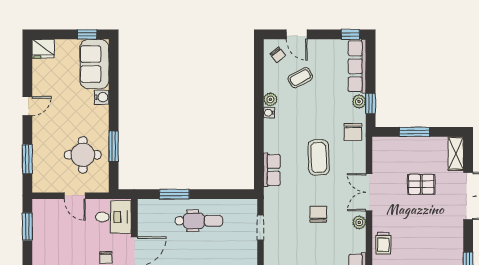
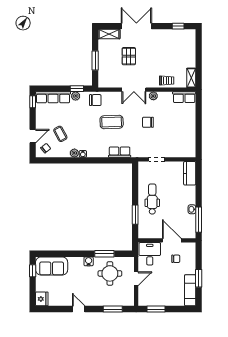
water cooler: (102, 97) -> (89, 261), moved

